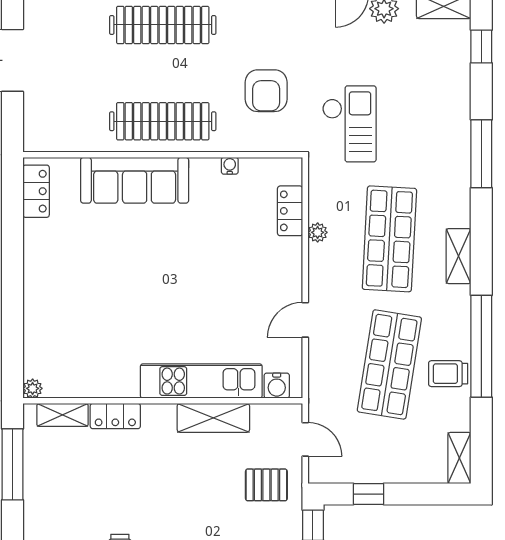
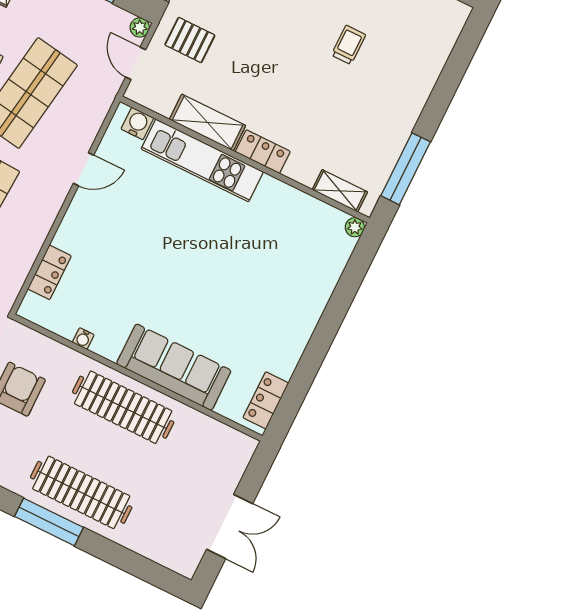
plant: (318, 232) -> (140, 27), moved
locker: (115, 416) -> (263, 152), moved

